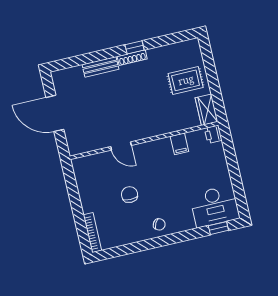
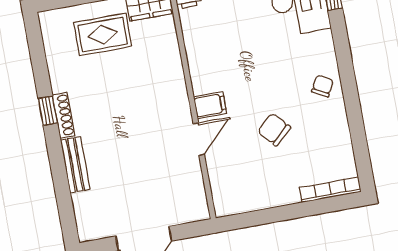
rug: (186, 80) -> (103, 35), turned 90
filing cabinet: (179, 144) -> (210, 105), moved
chair: (130, 195) -> (274, 130), turned 48

